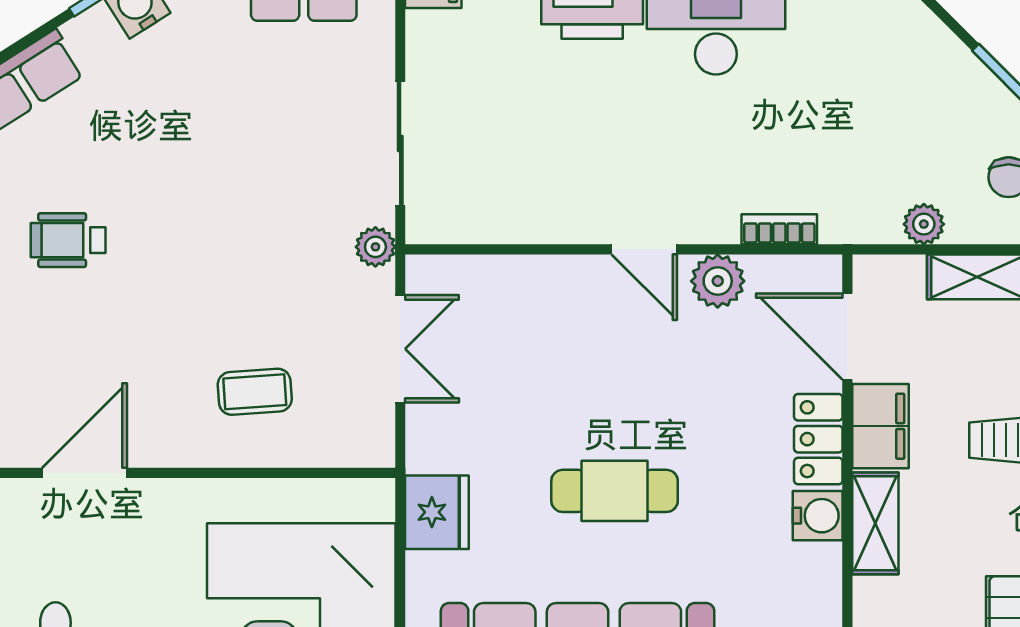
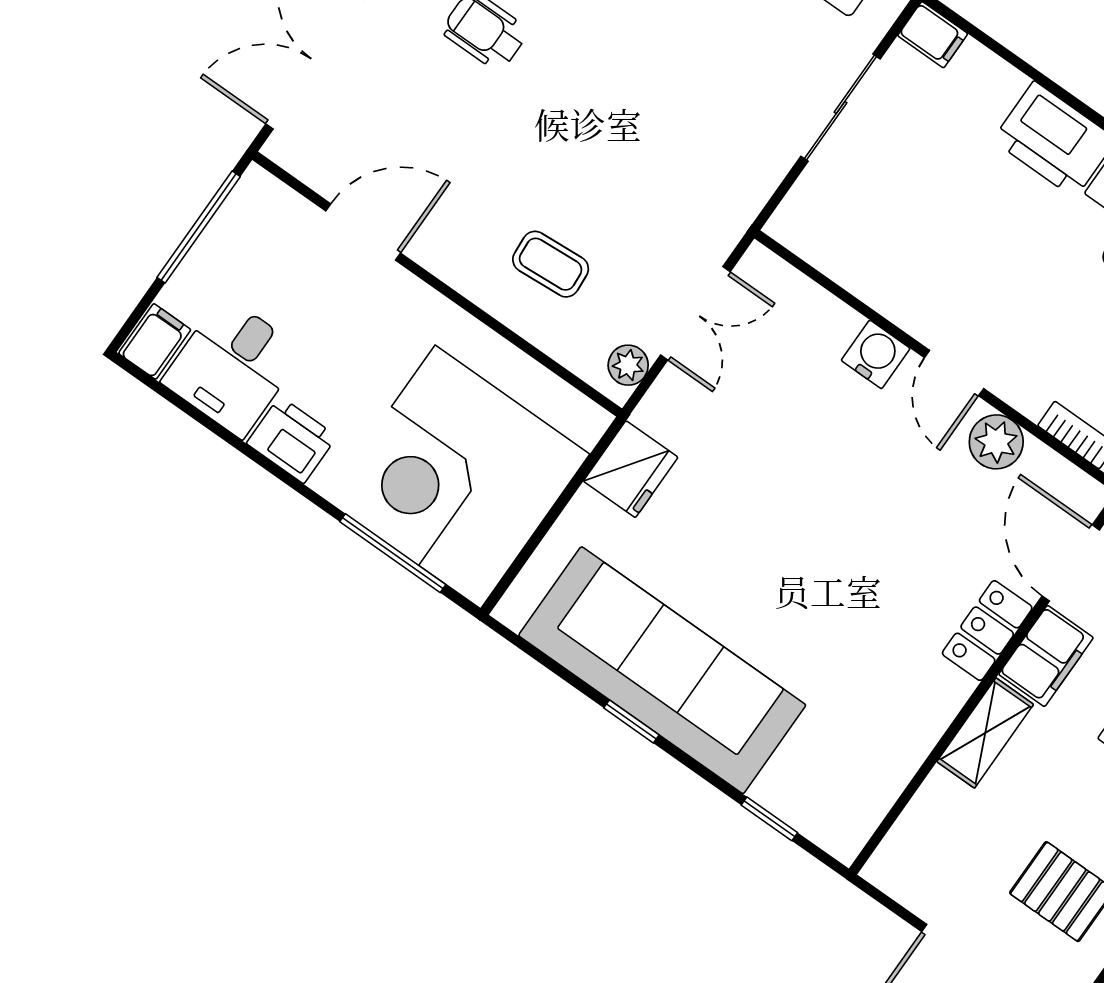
sliding door: (400, 144) -> (841, 108), moved
plant: (375, 247) -> (628, 365), moved
cafe table: (615, 491) -> (789, 555), removed
water cooler: (818, 516) -> (876, 354), moved, turned -90

